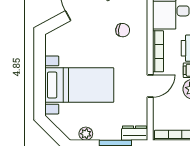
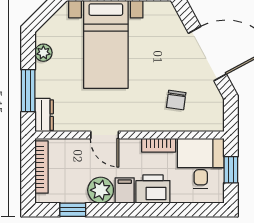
bookcase: (158, 51) -> (159, 145), width x0.64

